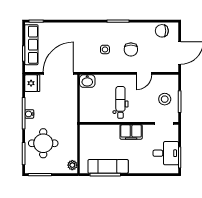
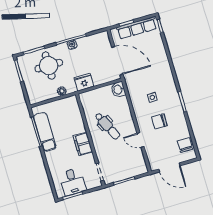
fridge: (32, 83) -> (84, 82), moved, turned 180
stool: (165, 99) -> (122, 166), removed
dental chair: (120, 102) -> (107, 126), turned 64
plant: (72, 165) -> (62, 91), moved

